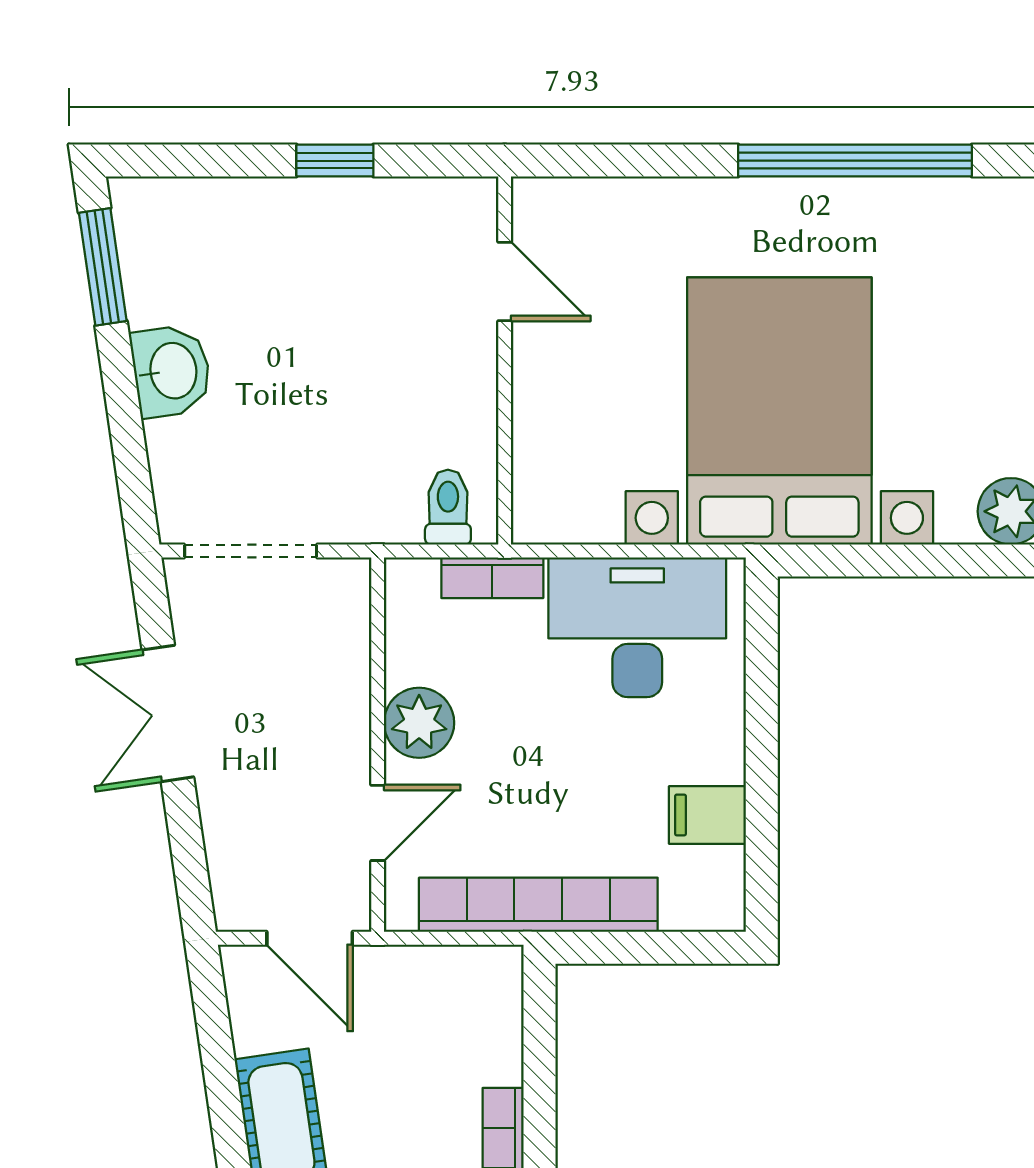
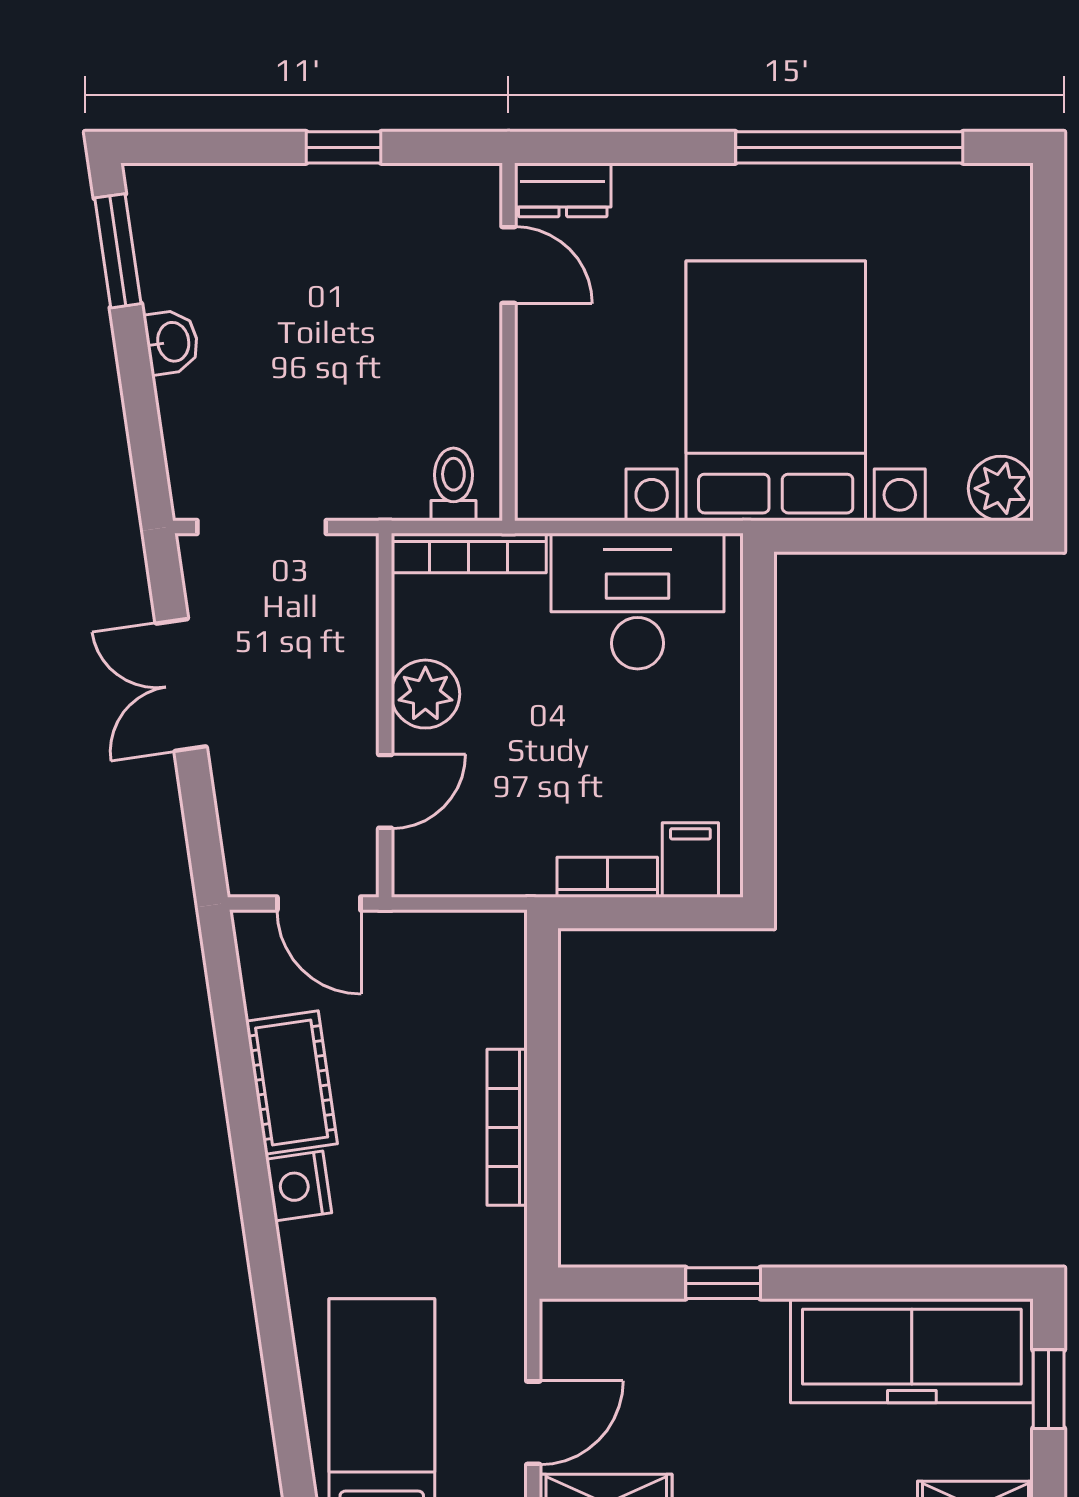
dresser: (560, 204) -> (563, 190), added
washbasin: (171, 371) -> (172, 342), width x0.72, depth x0.69
bookcase: (492, 578) -> (469, 553), width x1.56
filing cabinet: (707, 815) -> (690, 860), moved, turned 90
bookcase: (538, 905) -> (607, 877), width x0.43, depth x0.76

